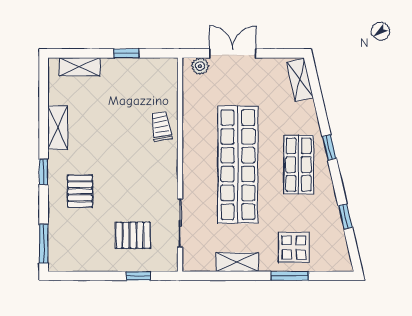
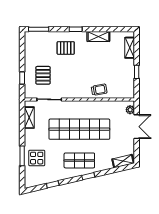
shelving: (237, 262) -> (29, 118), moved

